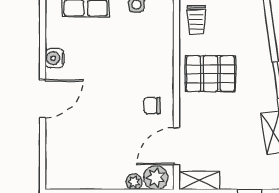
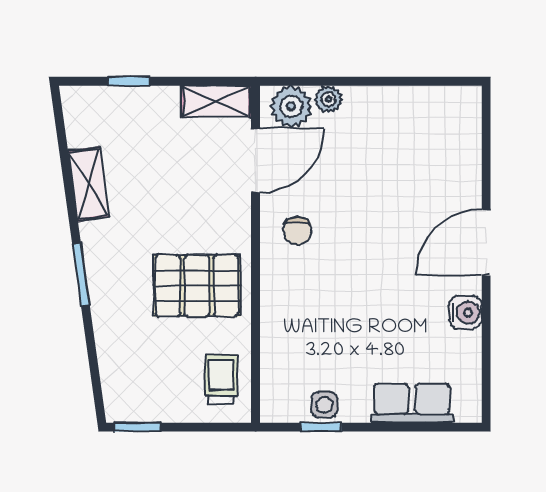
chair: (152, 106) -> (297, 231), turned 90

